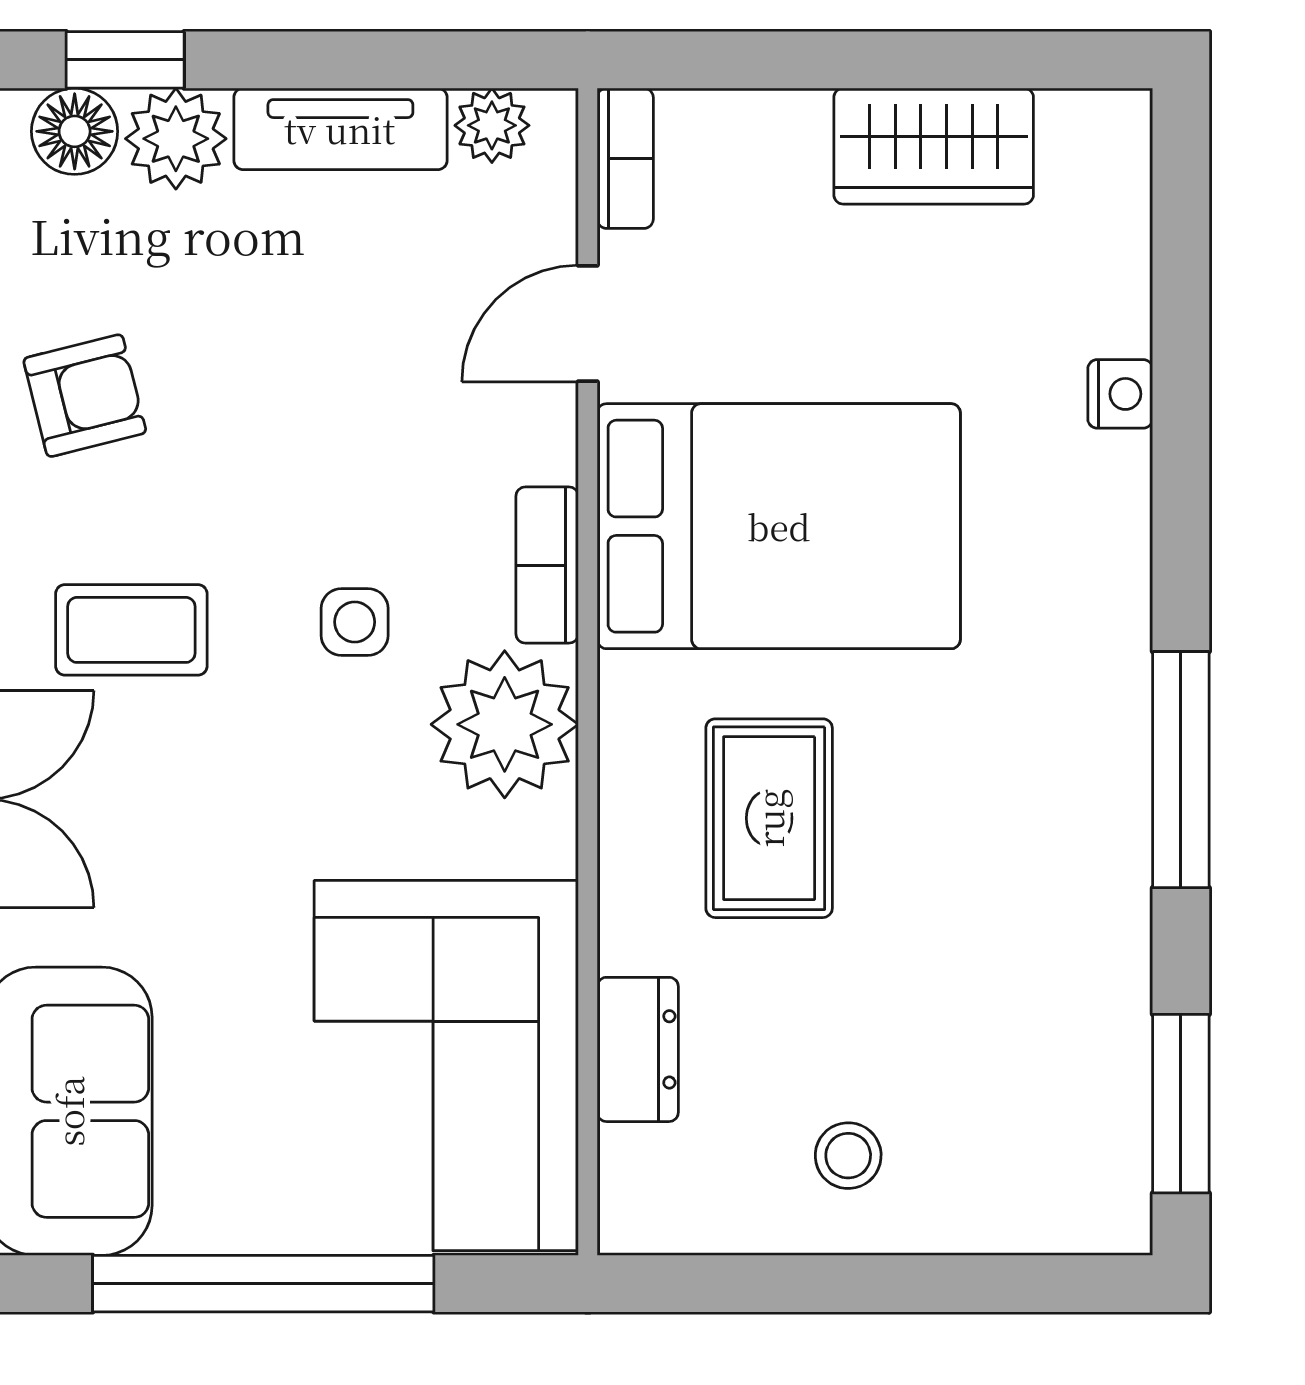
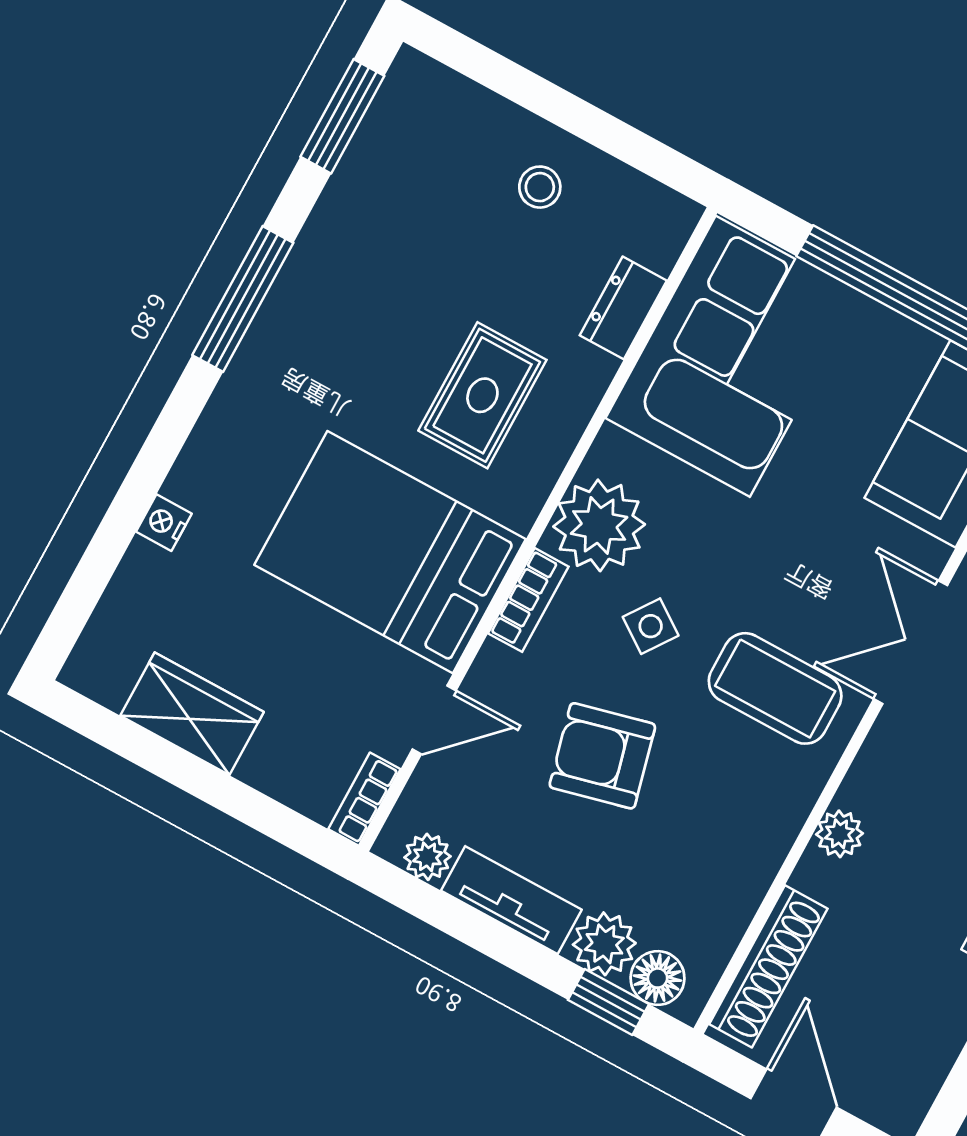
armchair: (85, 396) -> (602, 756), moved, width x1.38, depth x1.38
side table: (355, 622) -> (651, 626), turned 35
coffee table: (131, 630) -> (775, 688), width x1.36, depth x1.30

